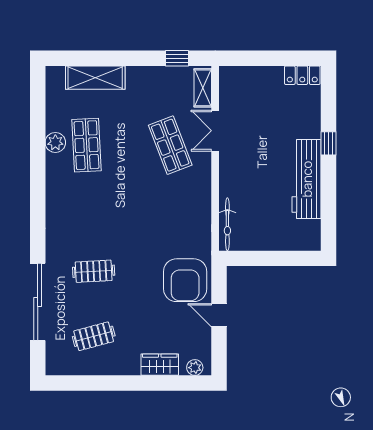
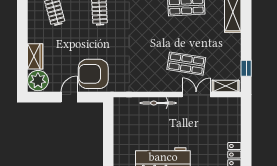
shop shelf: (170, 145) -> (186, 64), turned 30
bicycle: (227, 224) -> (158, 103), moved
plant: (195, 368) -> (38, 81), width x1.88, depth x1.88

